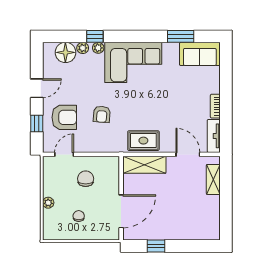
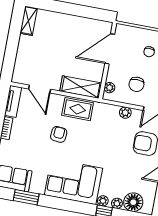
armchair: (102, 114) -> (59, 134), moved
plant: (92, 146) -> (125, 113), added
plant: (114, 170) -> (109, 88), added
shelving: (213, 179) -> (29, 21), moved
window: (156, 246) -> (84, 11), removed

